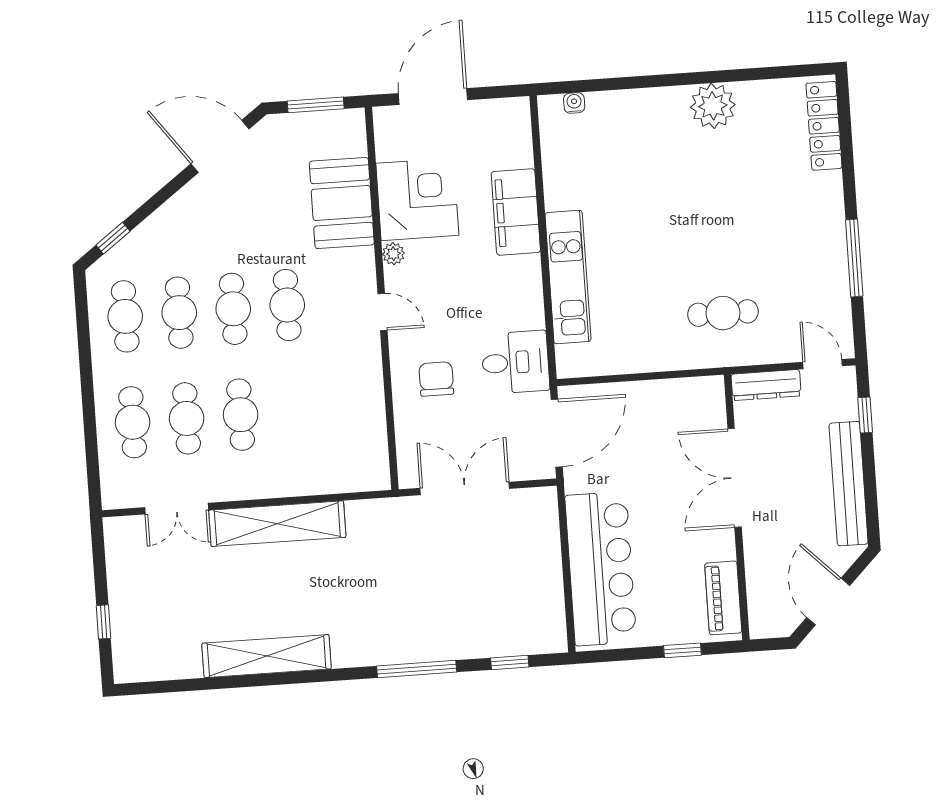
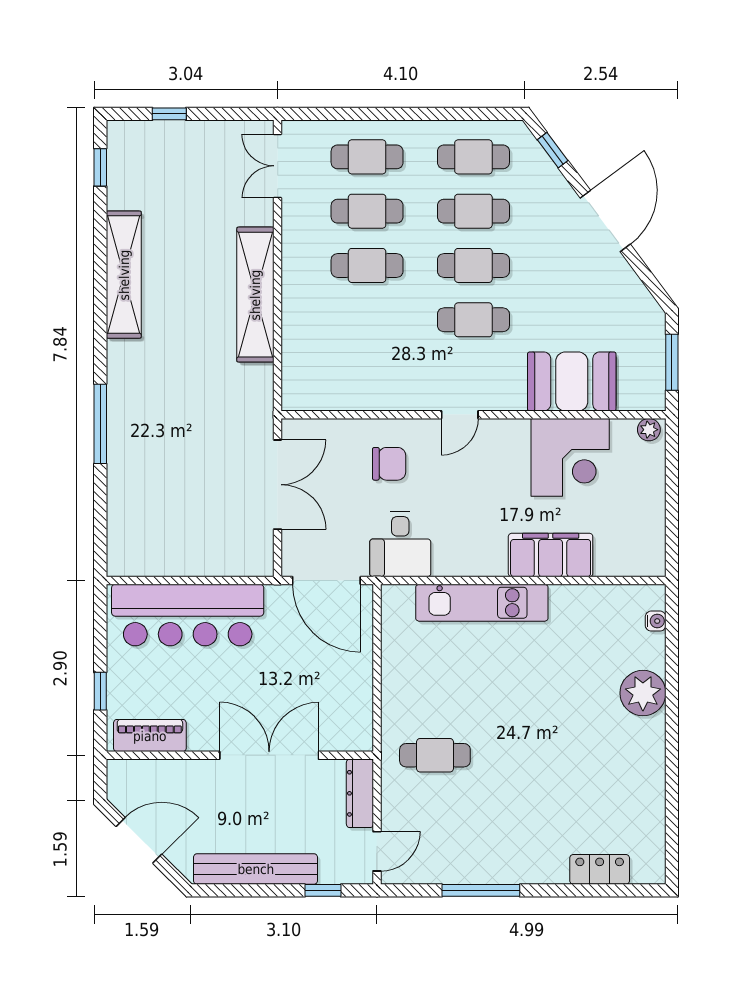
door: (433, 97) -> (672, 480), removed
plant: (713, 106) -> (643, 693), moved
locker: (824, 126) -> (600, 869), width x0.66
door: (220, 146) -> (605, 221), moved
plant: (393, 254) -> (649, 430), moved
cafe table: (723, 313) -> (435, 755), turned 90
double door: (177, 509) -> (278, 166), moved
window: (510, 662) -> (100, 167), moved

